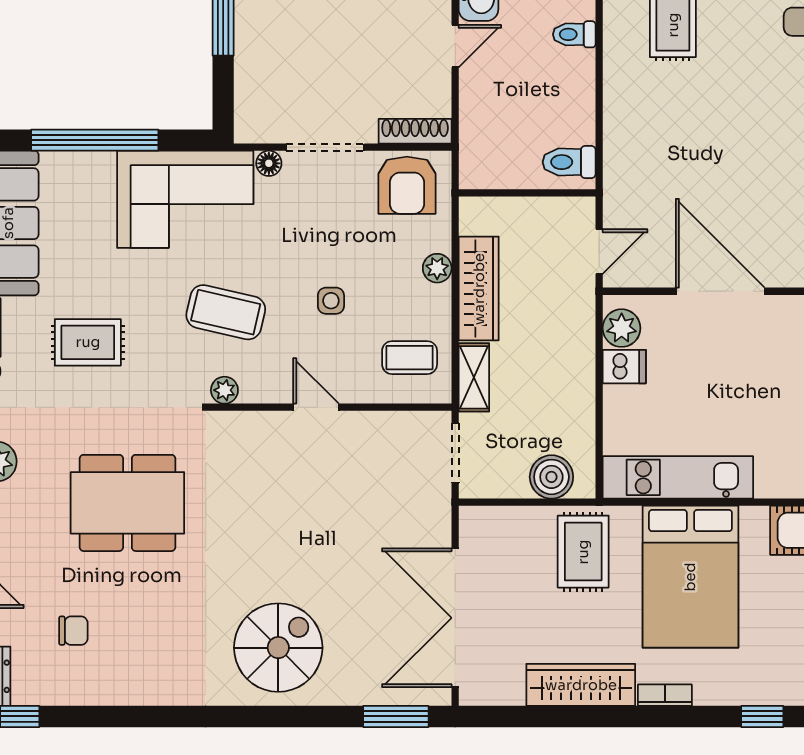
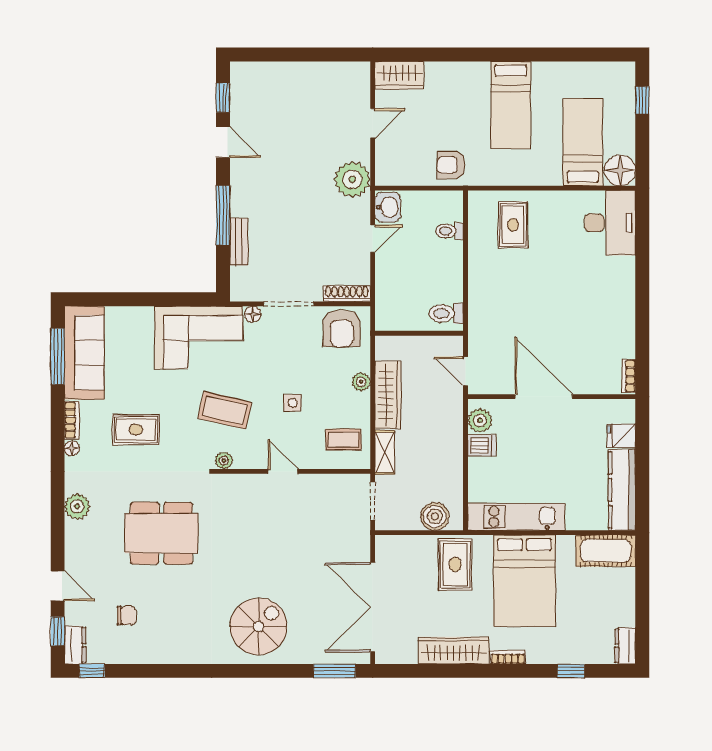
bench: (248, 51) -> (239, 242), added
window: (95, 140) -> (140, 299), removed
door: (599, 252) -> (466, 371), swing flipped

